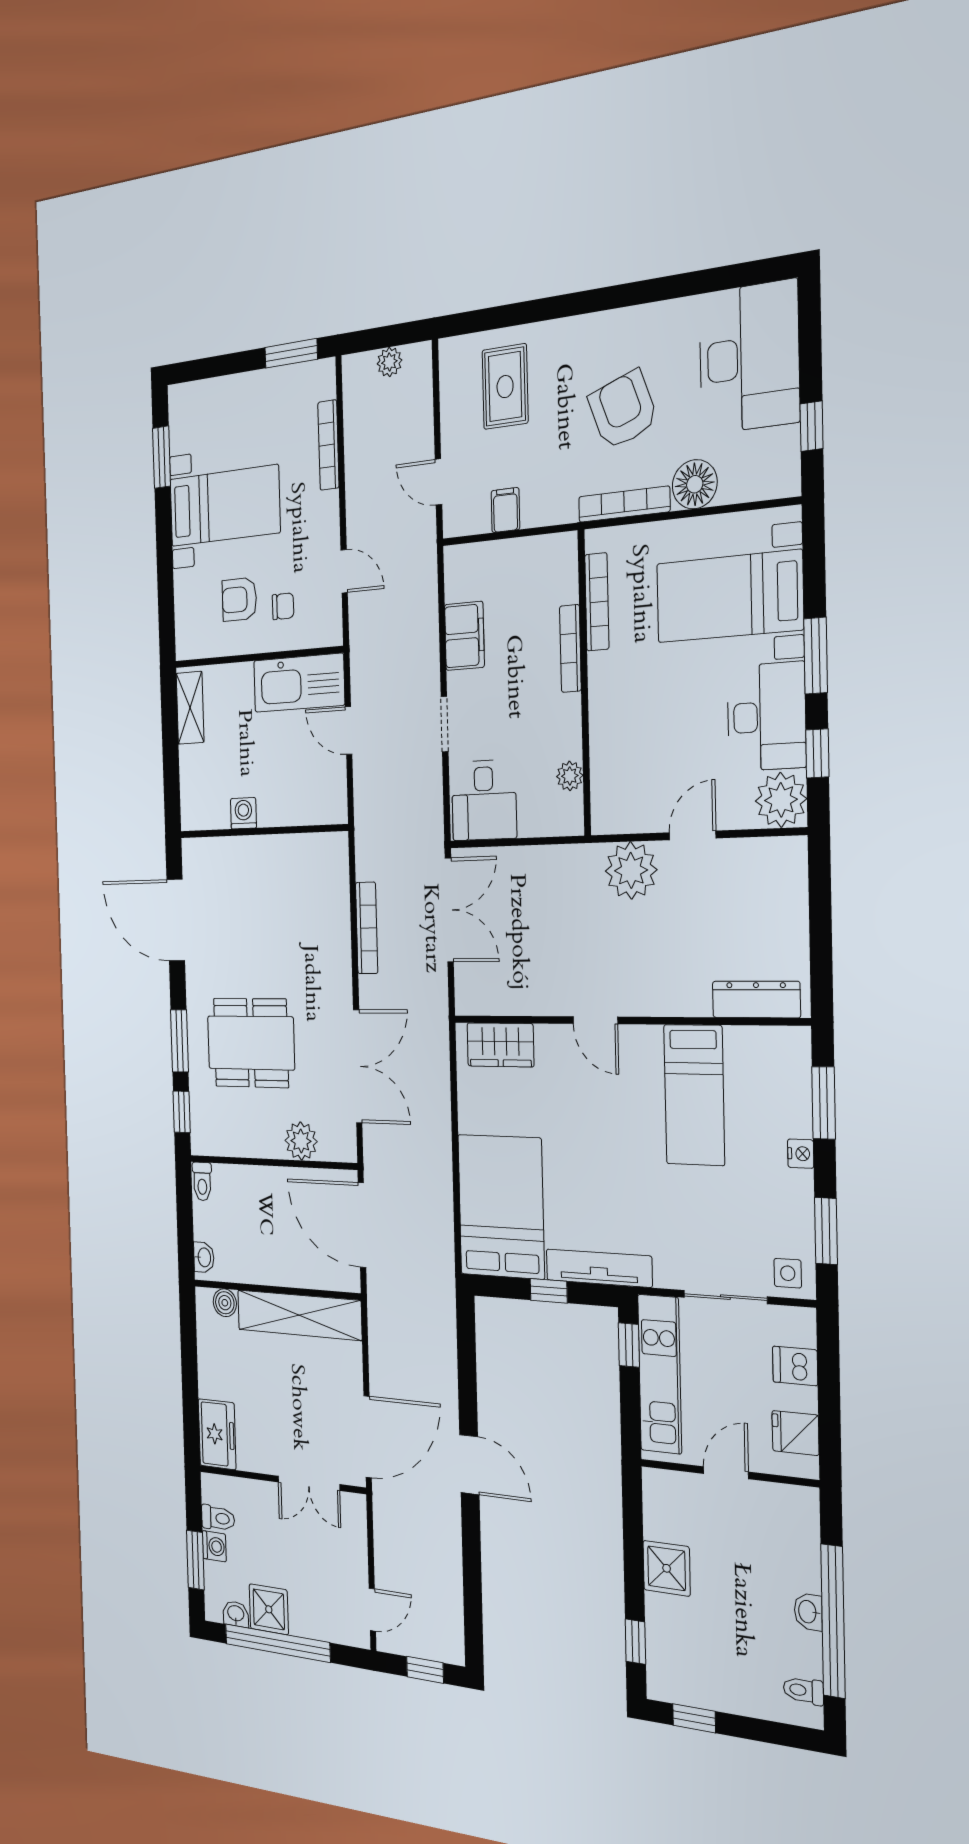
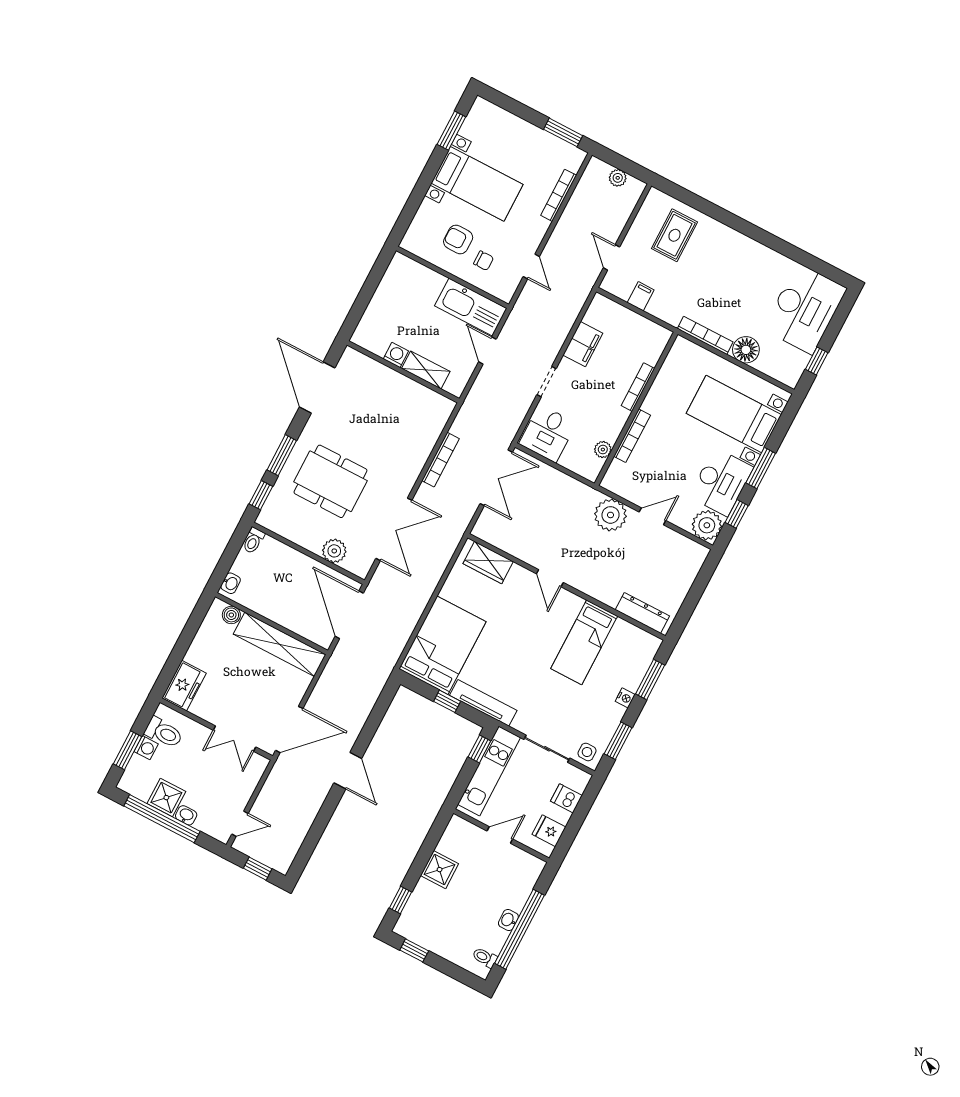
armchair: (623, 410) -> (730, 290), removed
bookcase: (597, 602) -> (632, 436), moved
shelving: (190, 708) -> (426, 370), moved, turned 90
toilet: (218, 1518) -> (164, 733), width x1.37, depth x1.39
washbasin: (236, 1614) -> (186, 815), moved

